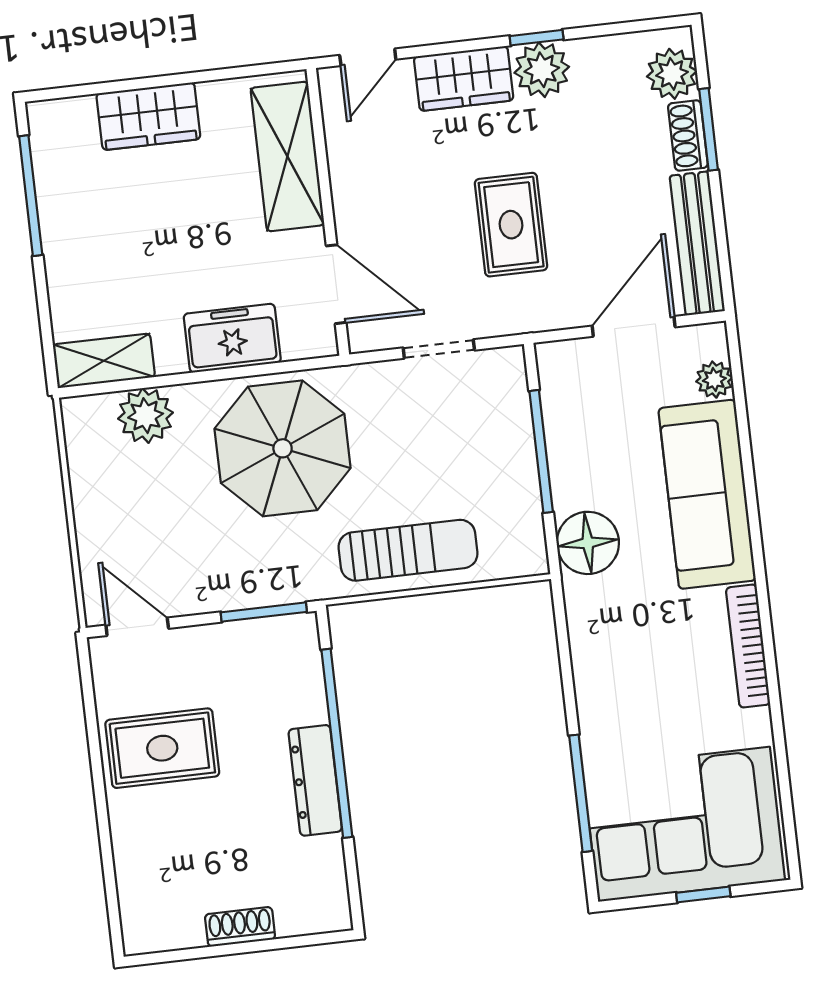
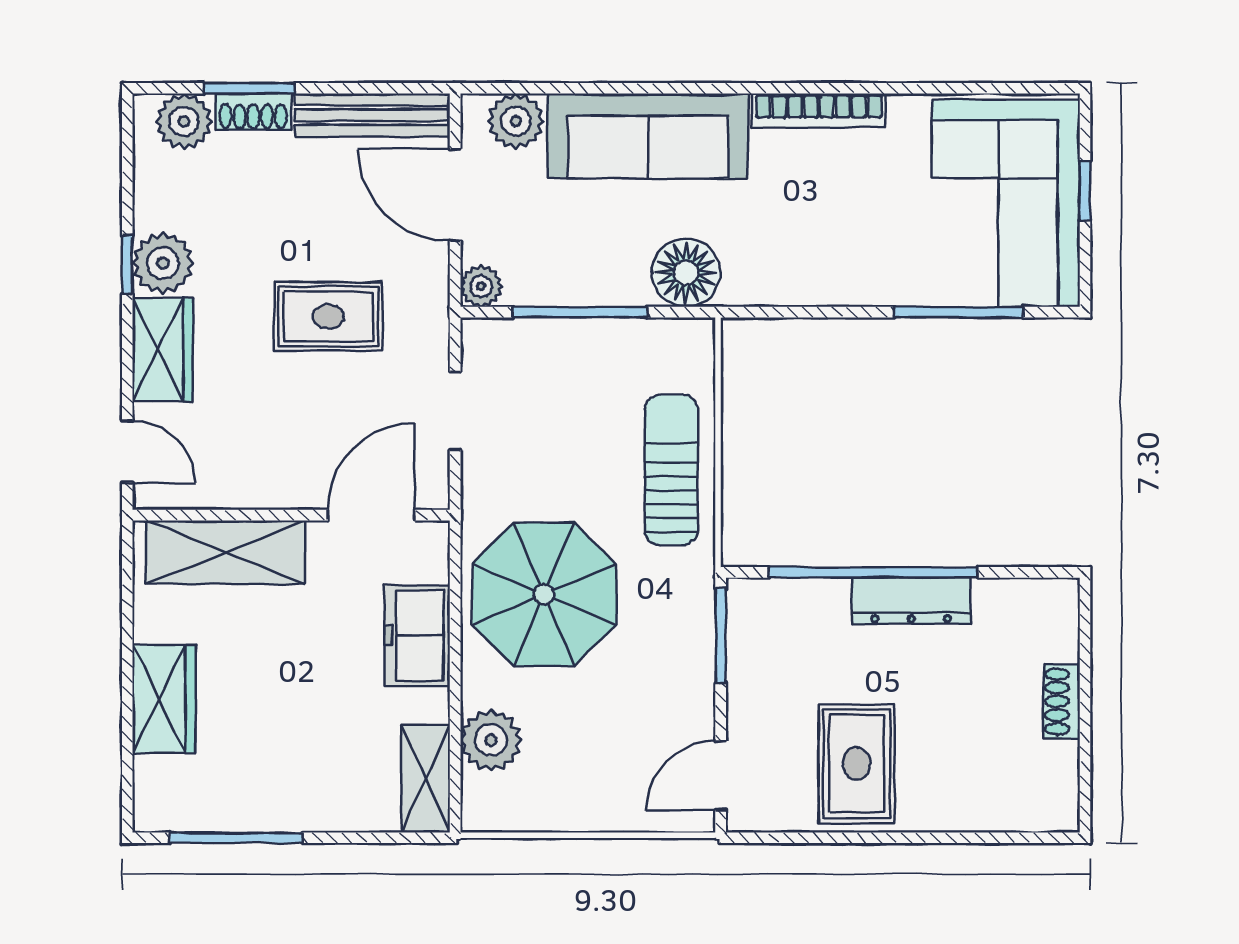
plant: (554, 359) -> (481, 286), added
plant: (714, 380) -> (516, 121), width x1.38, depth x1.38

